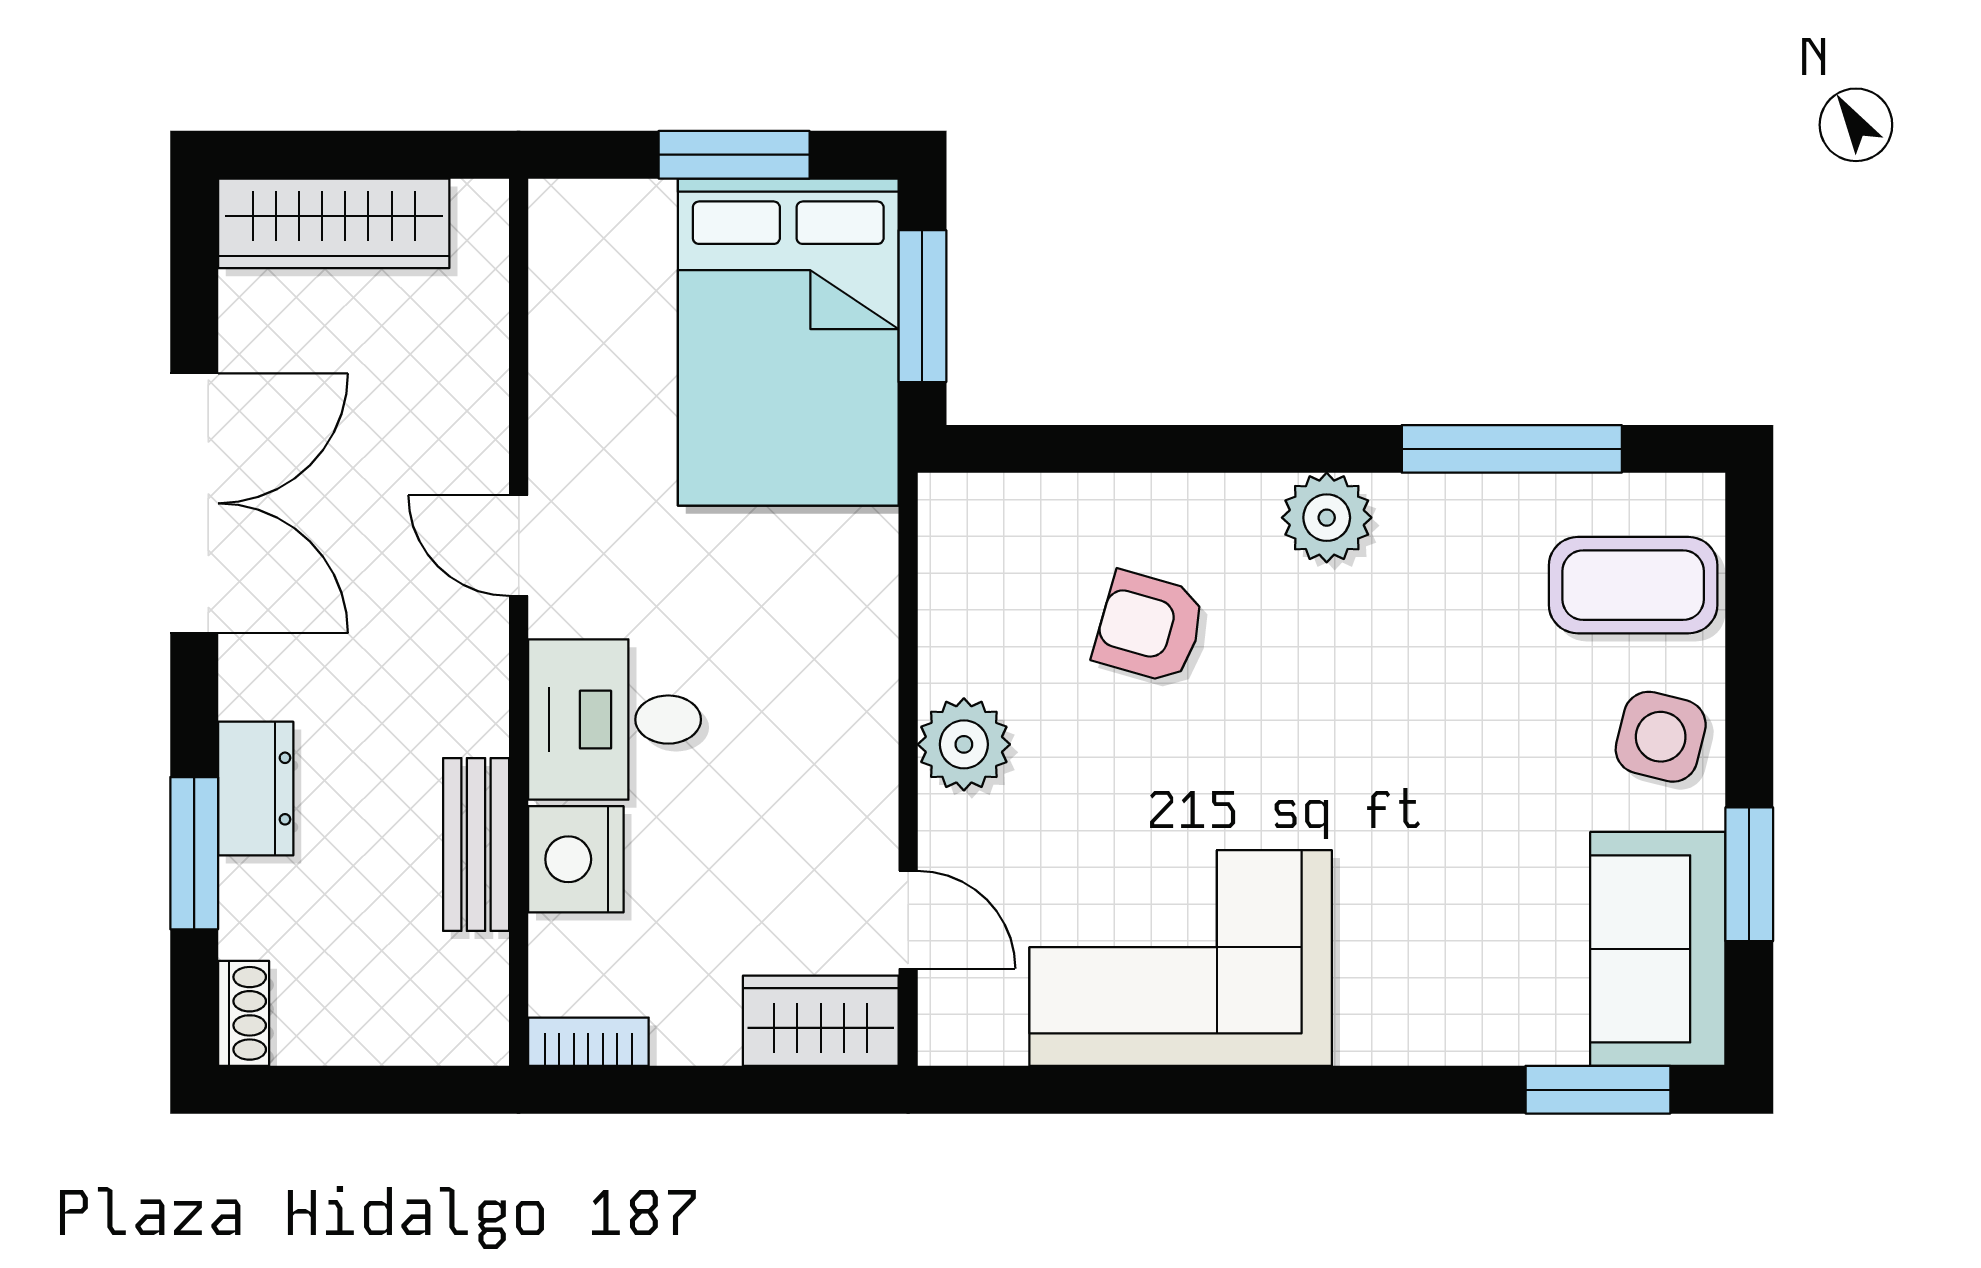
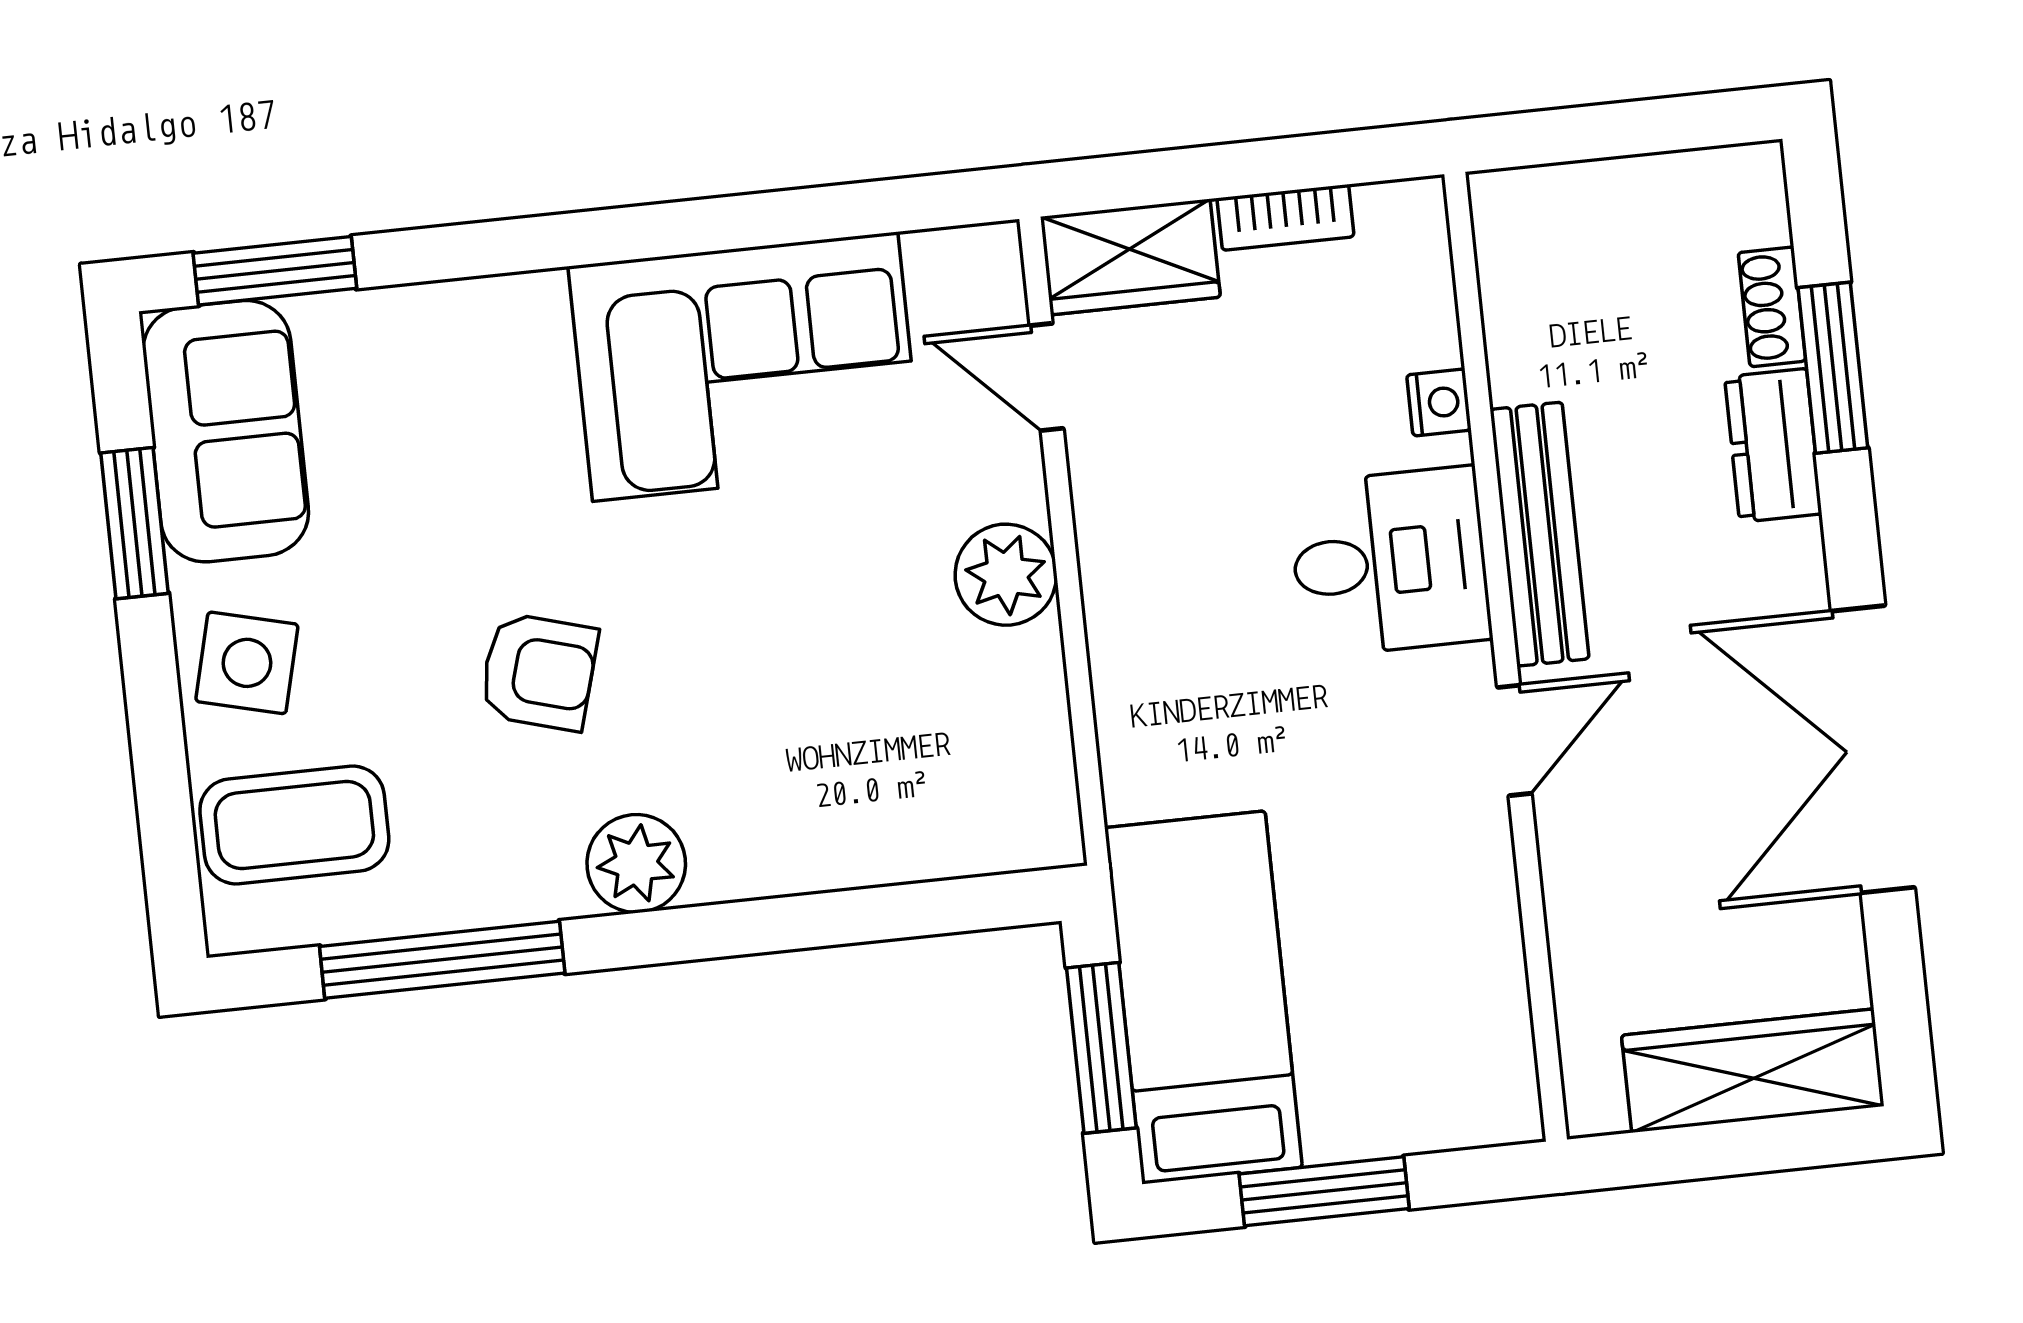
bed: (788, 342) -> (1203, 997), width x0.67
door: (519, 546) -> (1514, 740), hinge flipped
armchair: (1150, 627) -> (539, 672), moved
bench: (476, 845) -> (1540, 534), moved, width x1.36
nightstand: (576, 859) -> (1439, 402), width x0.53, depth x0.56
shoe rack: (244, 1013) -> (1772, 307), moved
bookcase: (588, 1042) -> (1285, 217), moved

